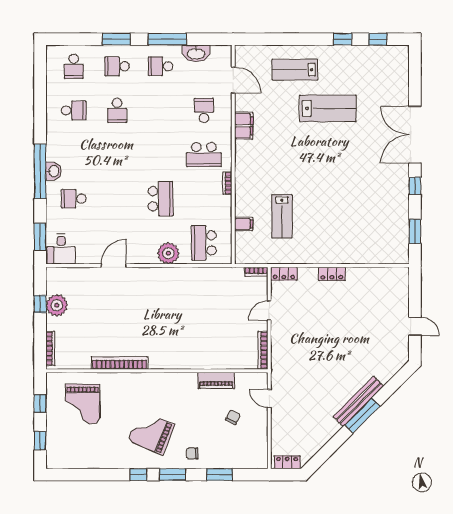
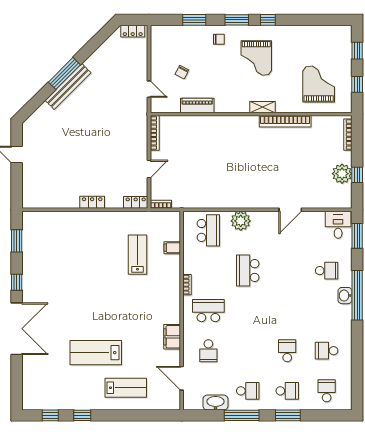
shelving: (144, 379) -> (262, 107), added
grand piano: (151, 433) -> (256, 58), turned 68

